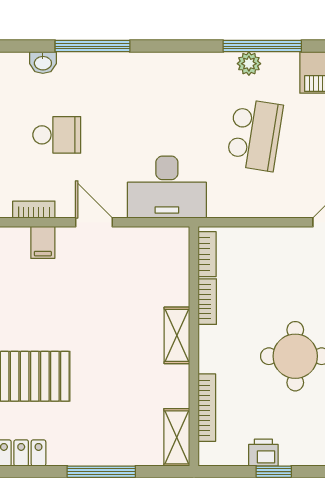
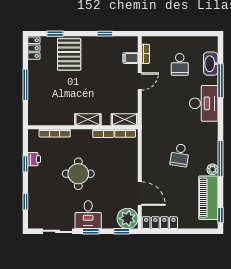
washbasin: (43, 63) -> (211, 64), width x1.91, depth x1.45
plant: (249, 64) -> (212, 169), moved
school desk: (255, 135) -> (180, 155), width x0.54
desk: (167, 187) -> (204, 103), moved, turned 180
shelving: (177, 437) -> (125, 119), moved

